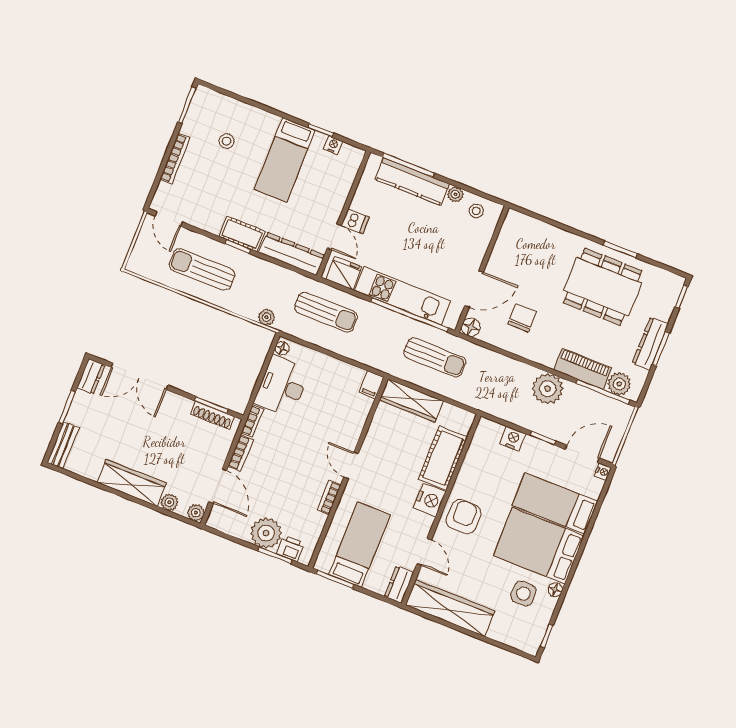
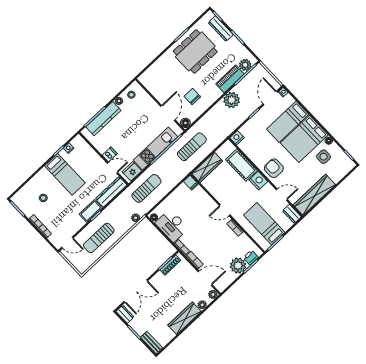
dresser: (650, 344) -> (221, 29), moved
nightstand: (513, 439) -> (237, 138), moved

